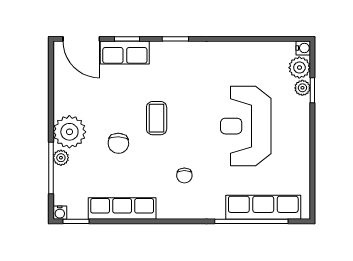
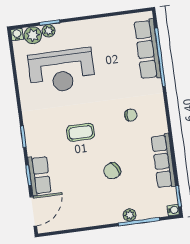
coffee table: (157, 118) -> (81, 132), moved
reception desk: (246, 126) -> (62, 71), moved
plant: (69, 132) -> (108, 211), removed
chair: (118, 143) -> (112, 171), turned 149

